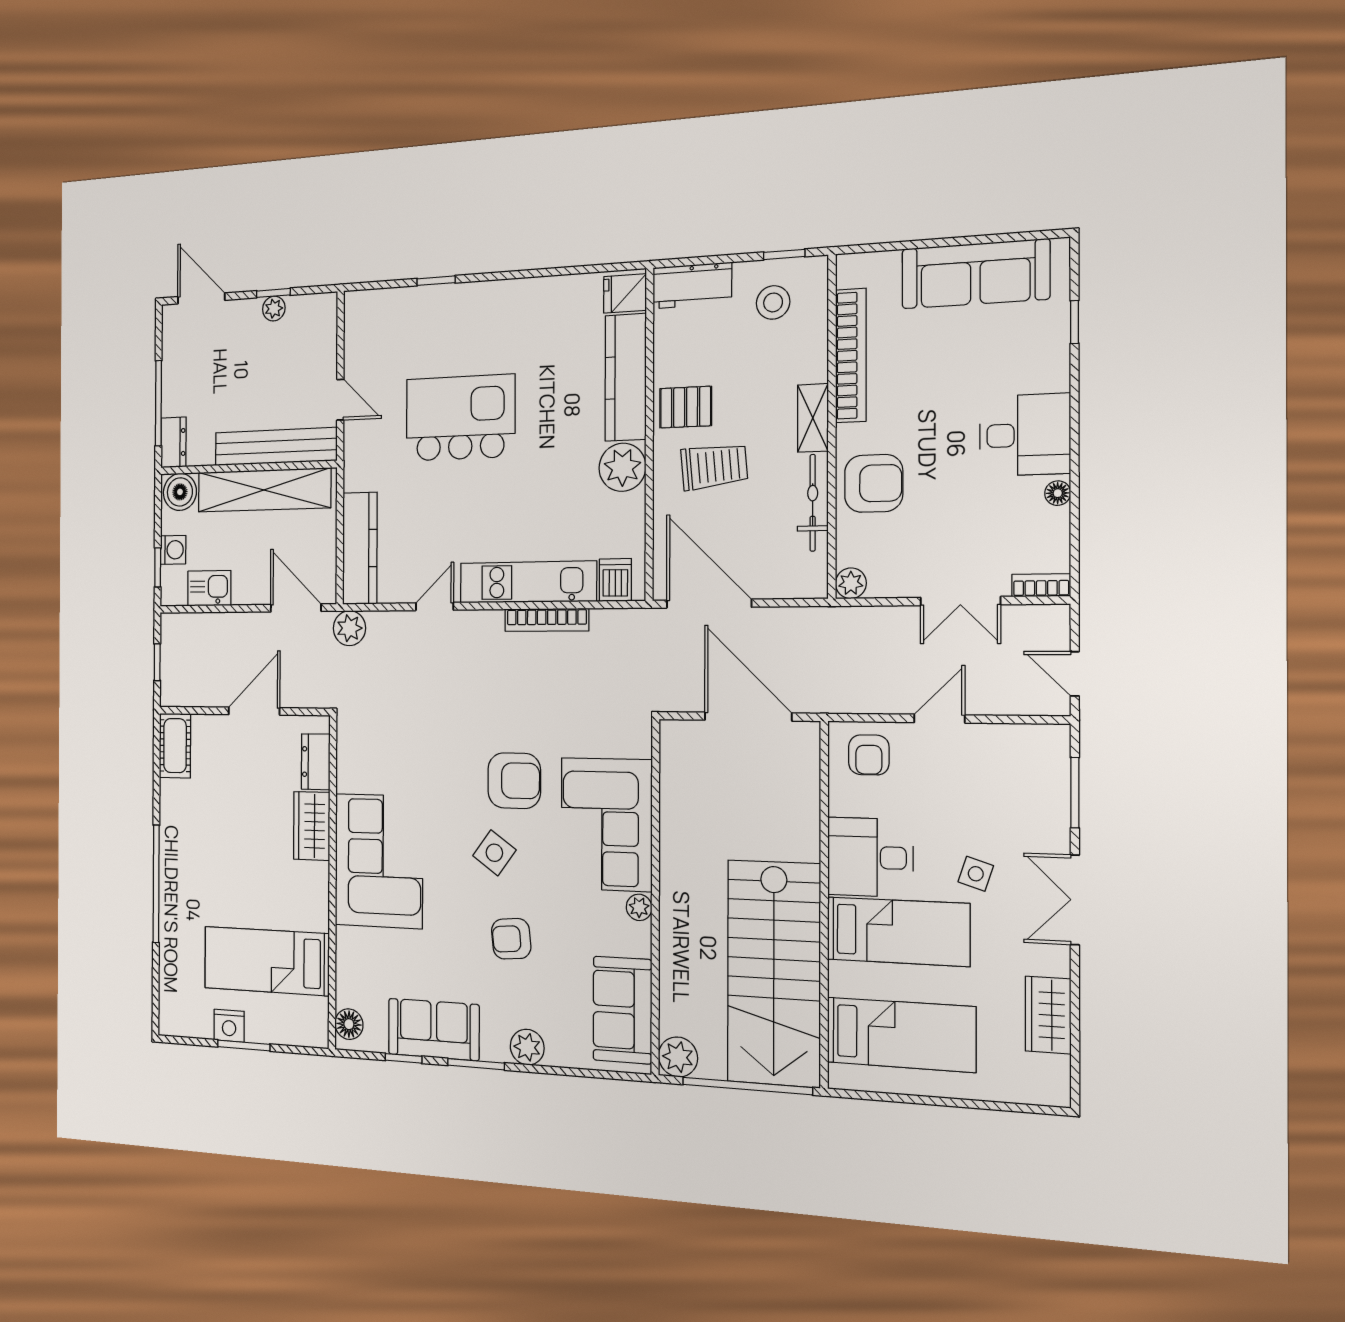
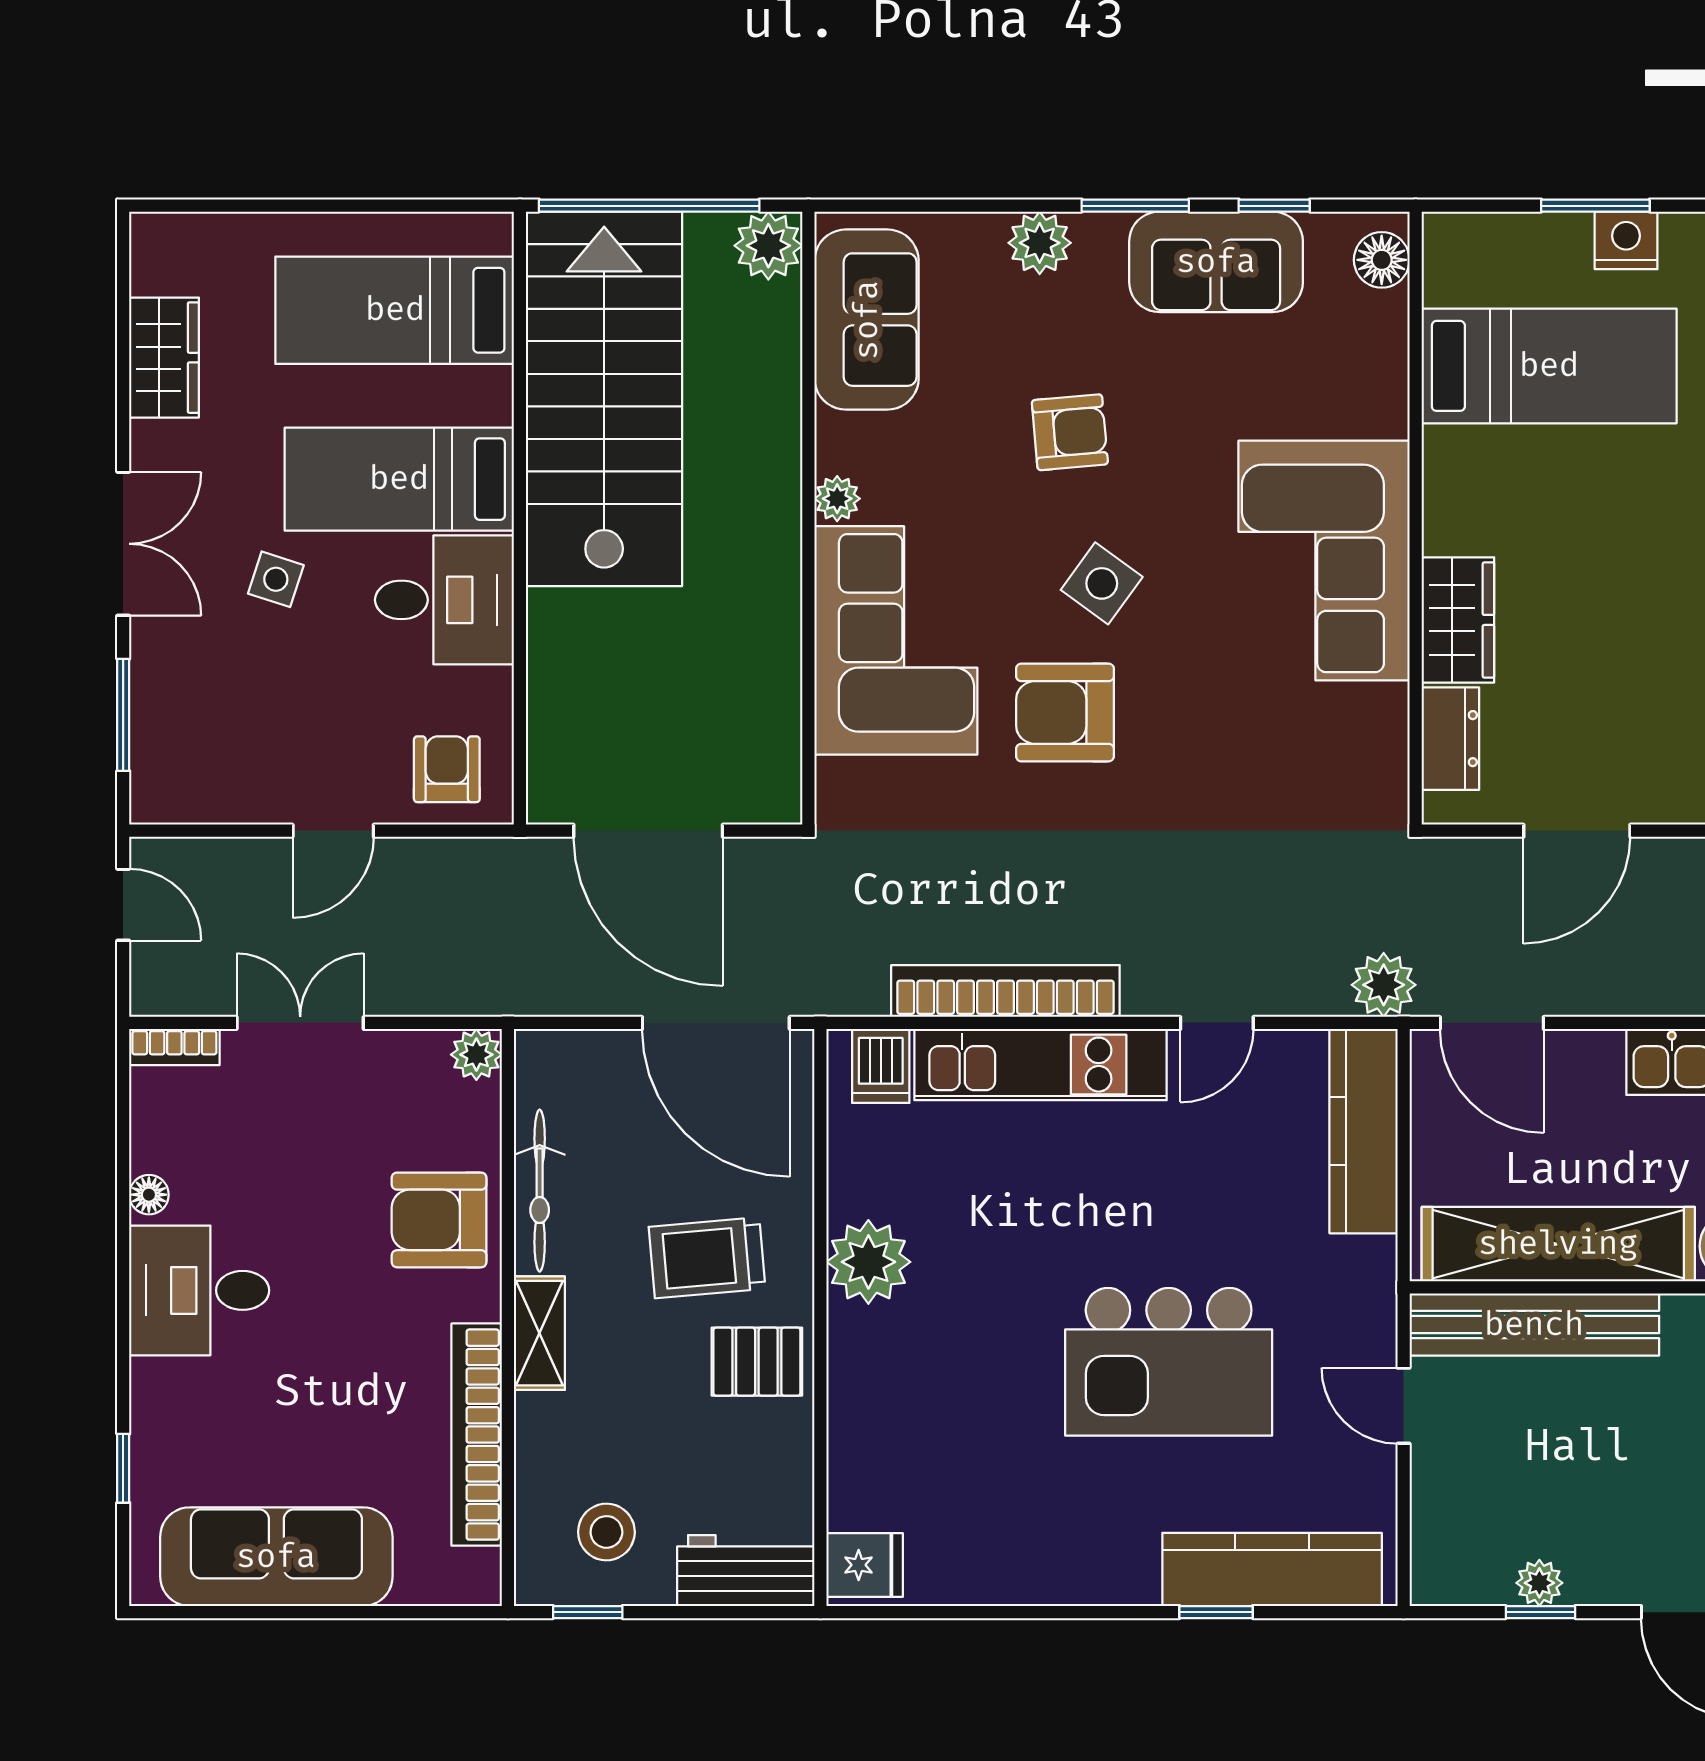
kitchen counter: (626, 377) -> (1272, 1569), moved, turned -90
bookcase: (547, 620) -> (1005, 991), width x1.48, depth x1.31

